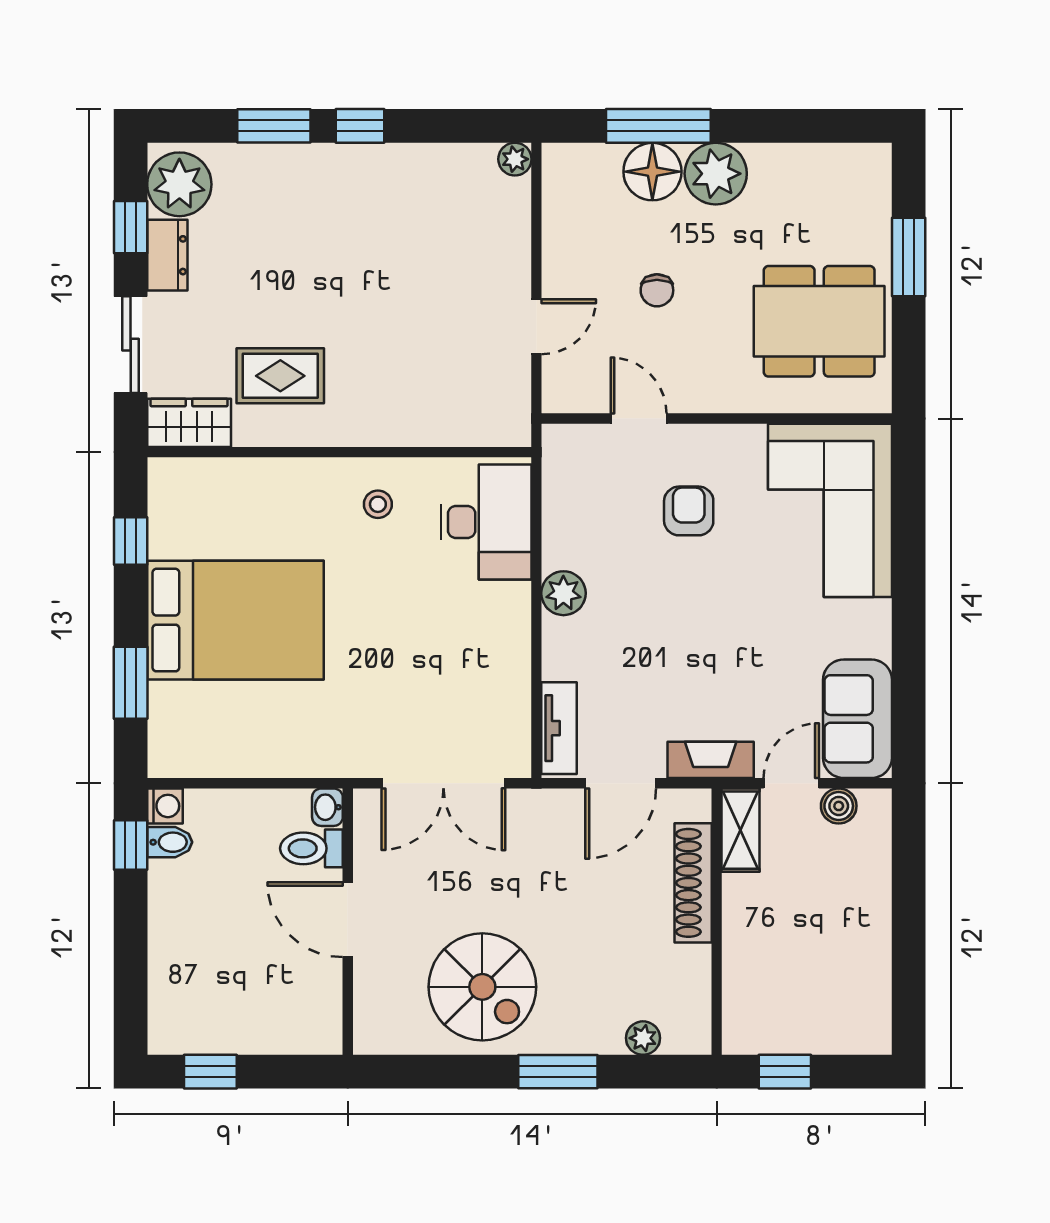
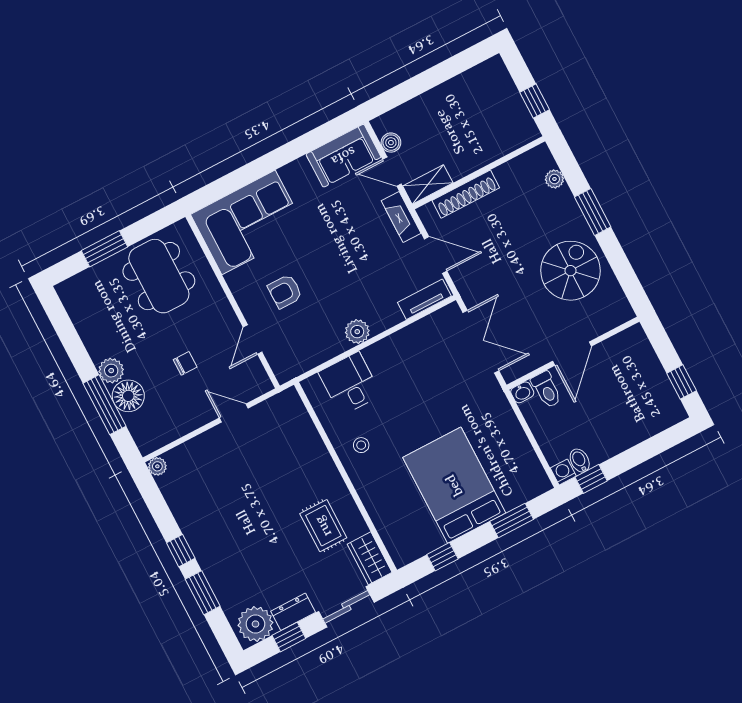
plant: (716, 174) -> (111, 371), width x0.73, depth x0.73
desk: (486, 522) -> (350, 384), width x0.73

